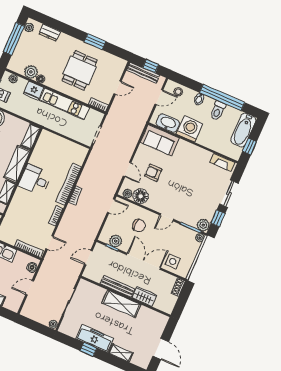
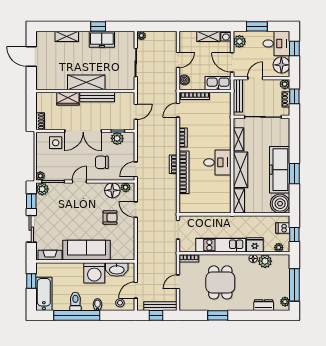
sofa: (160, 140) -> (86, 250), moved, width x1.36
freezer: (95, 339) -> (102, 39), width x0.71

